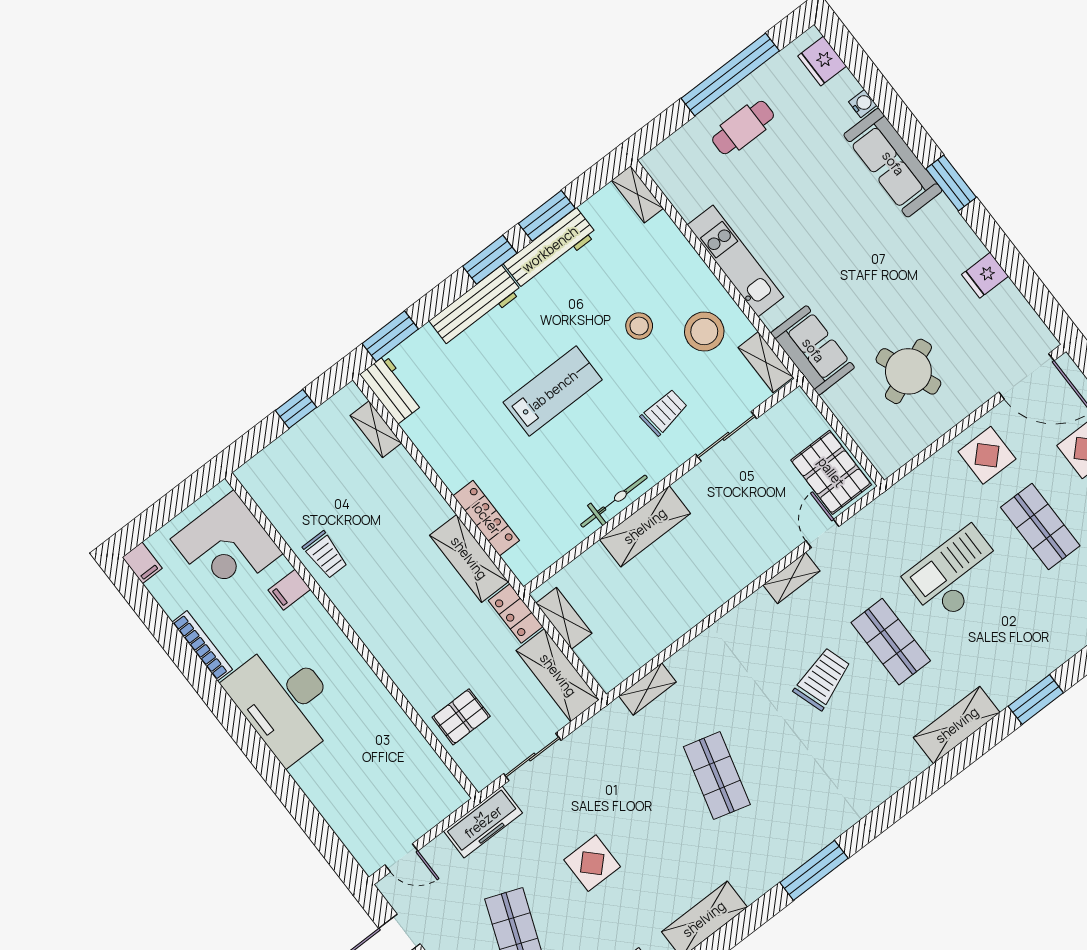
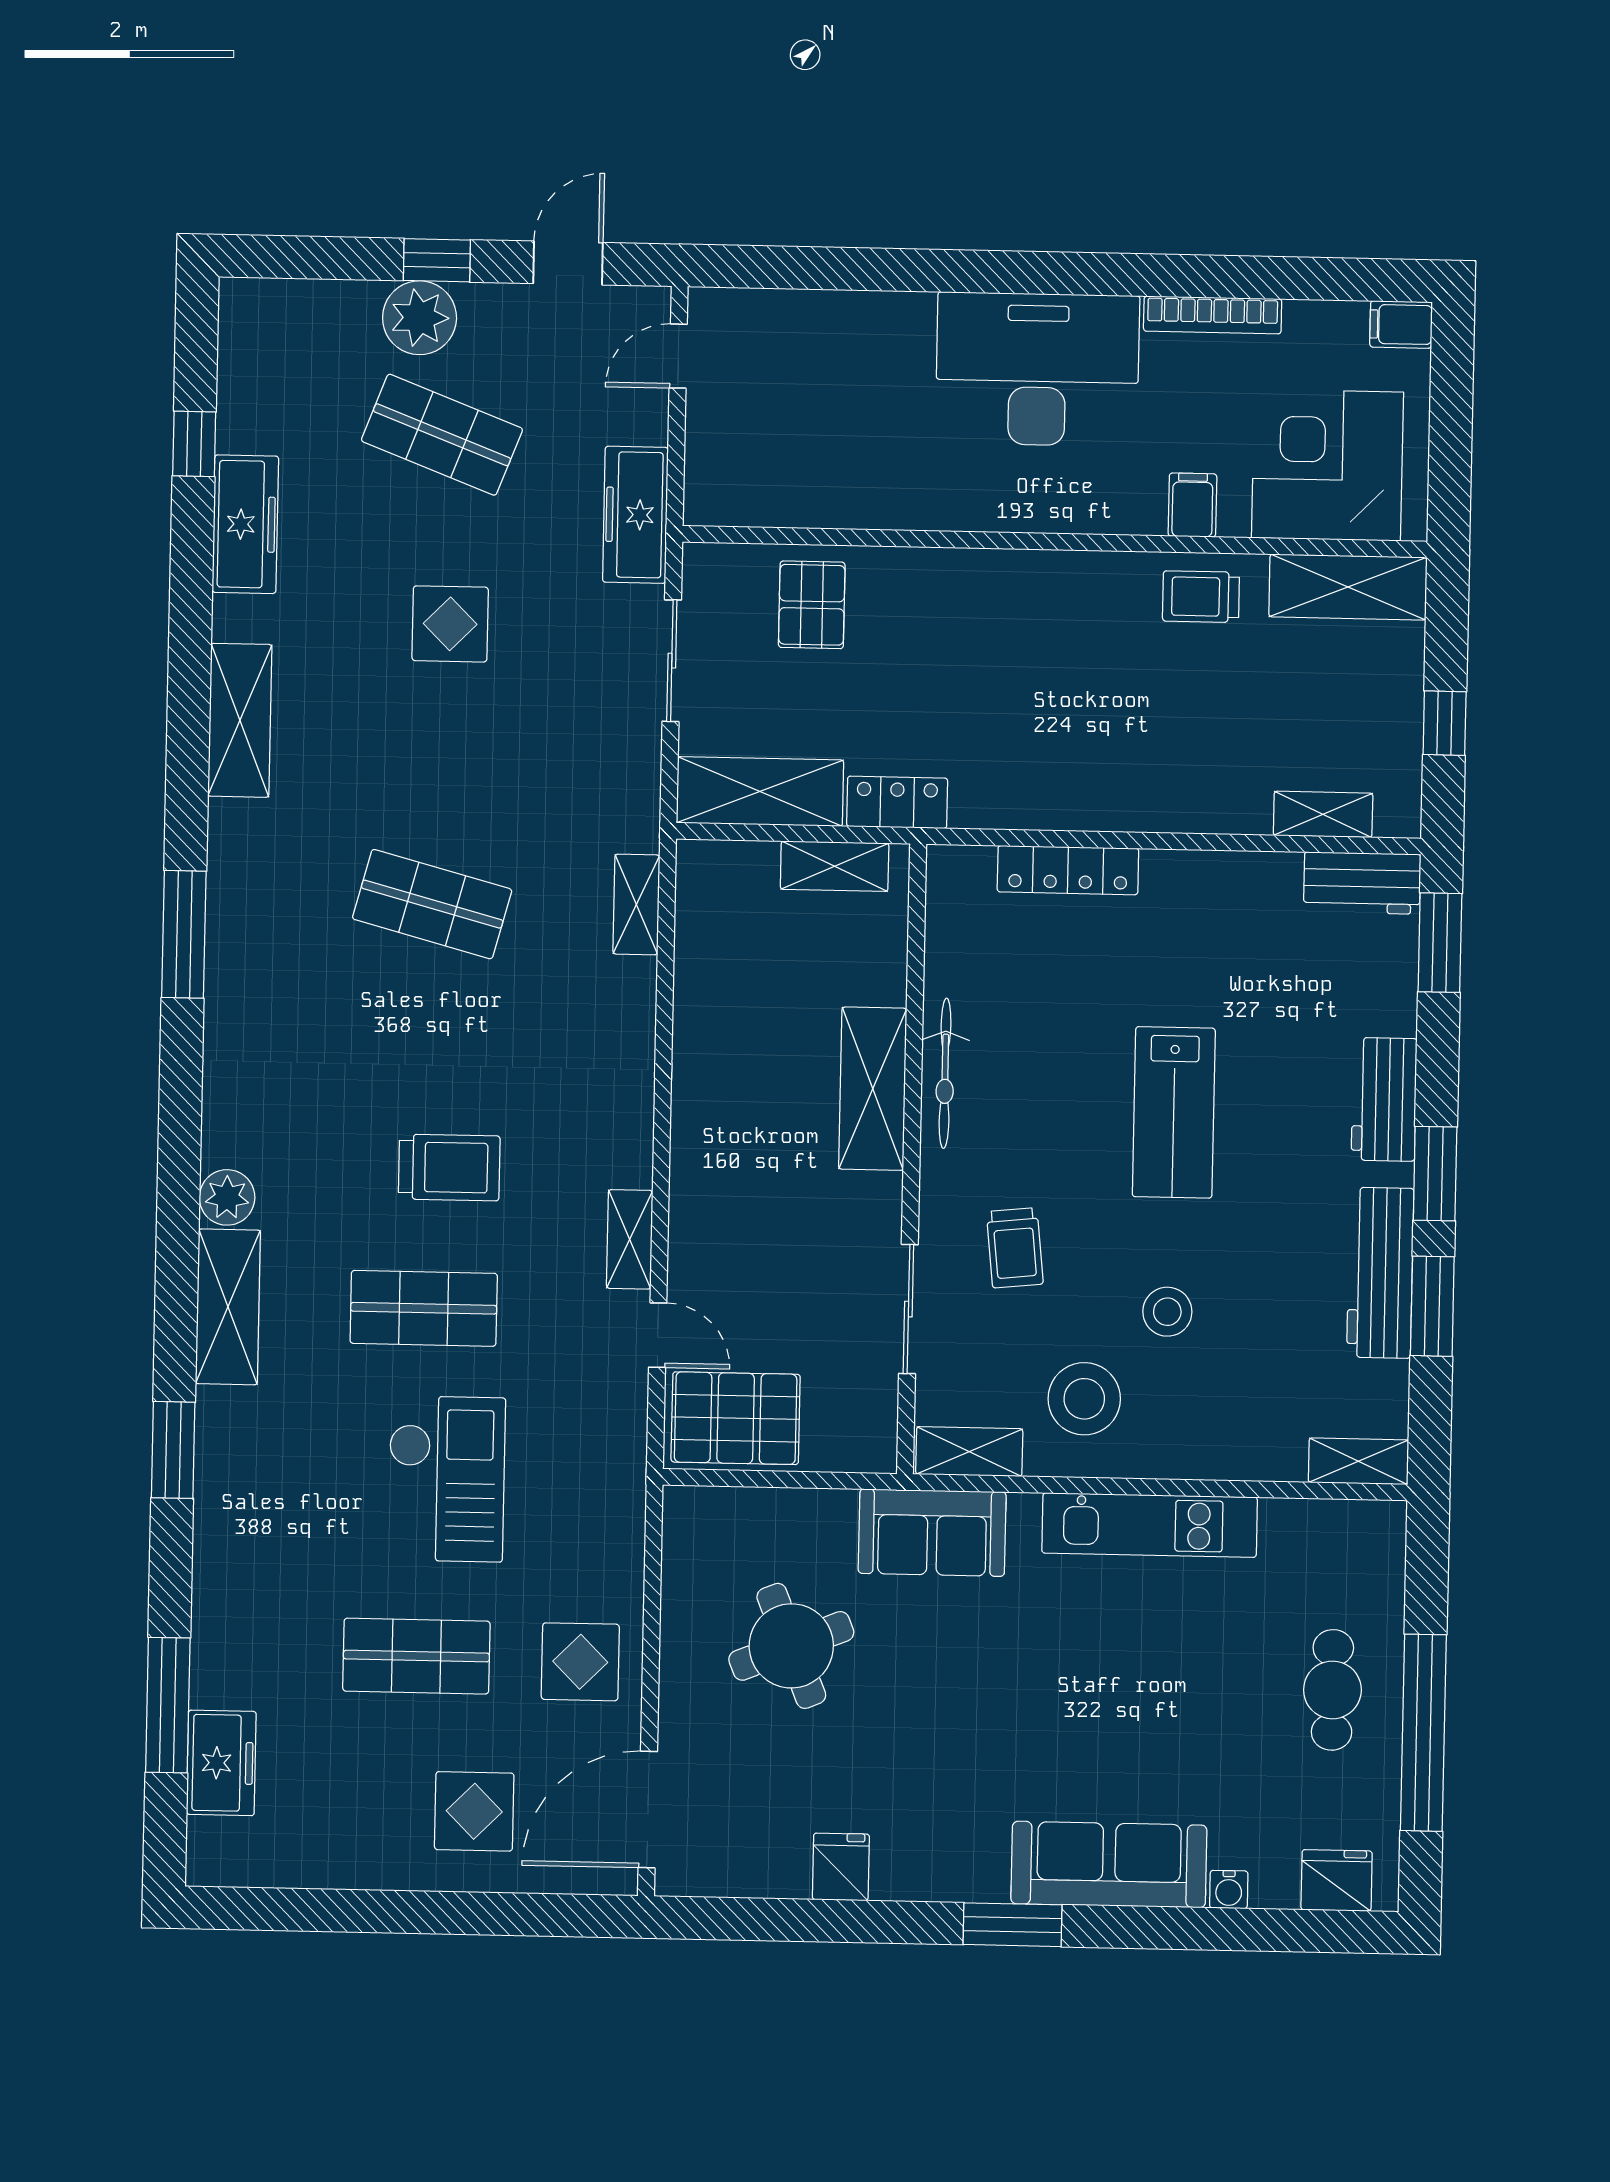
workbench: (476, 307) -> (1384, 1099), width x0.73
shelving: (469, 558) -> (1348, 587), moved
trolley: (822, 679) -> (449, 1167), turned -72
plant: (911, 763) -> (227, 1197), added

